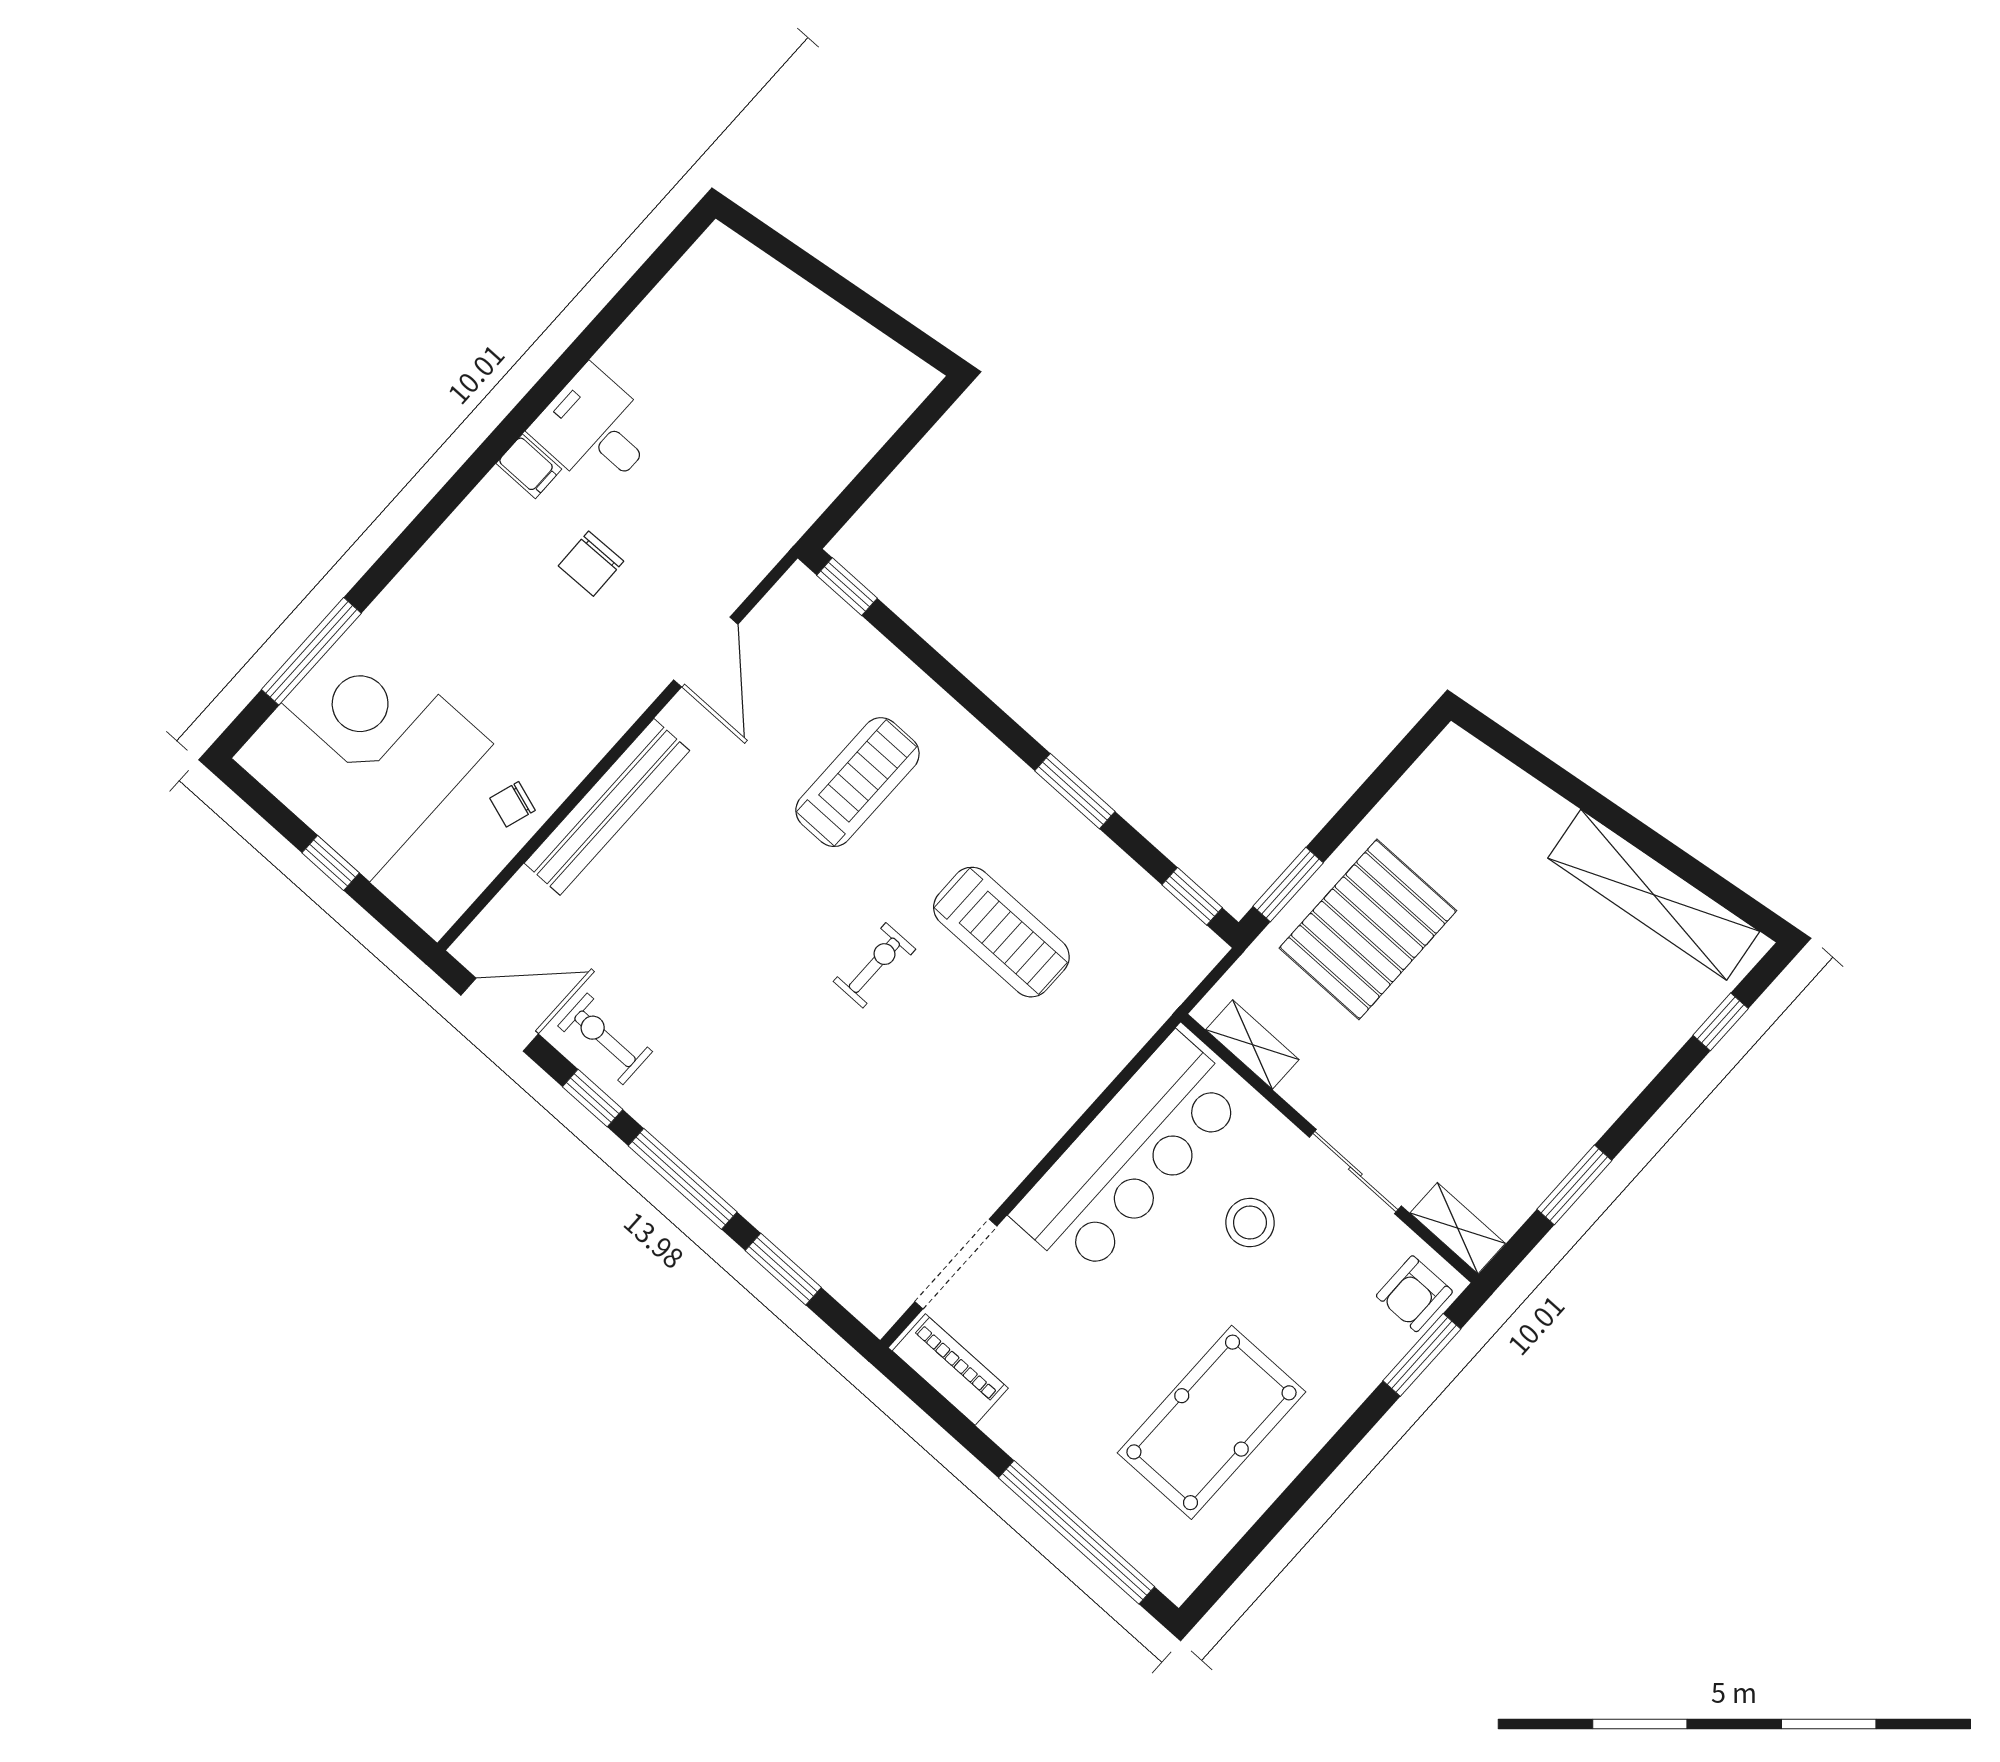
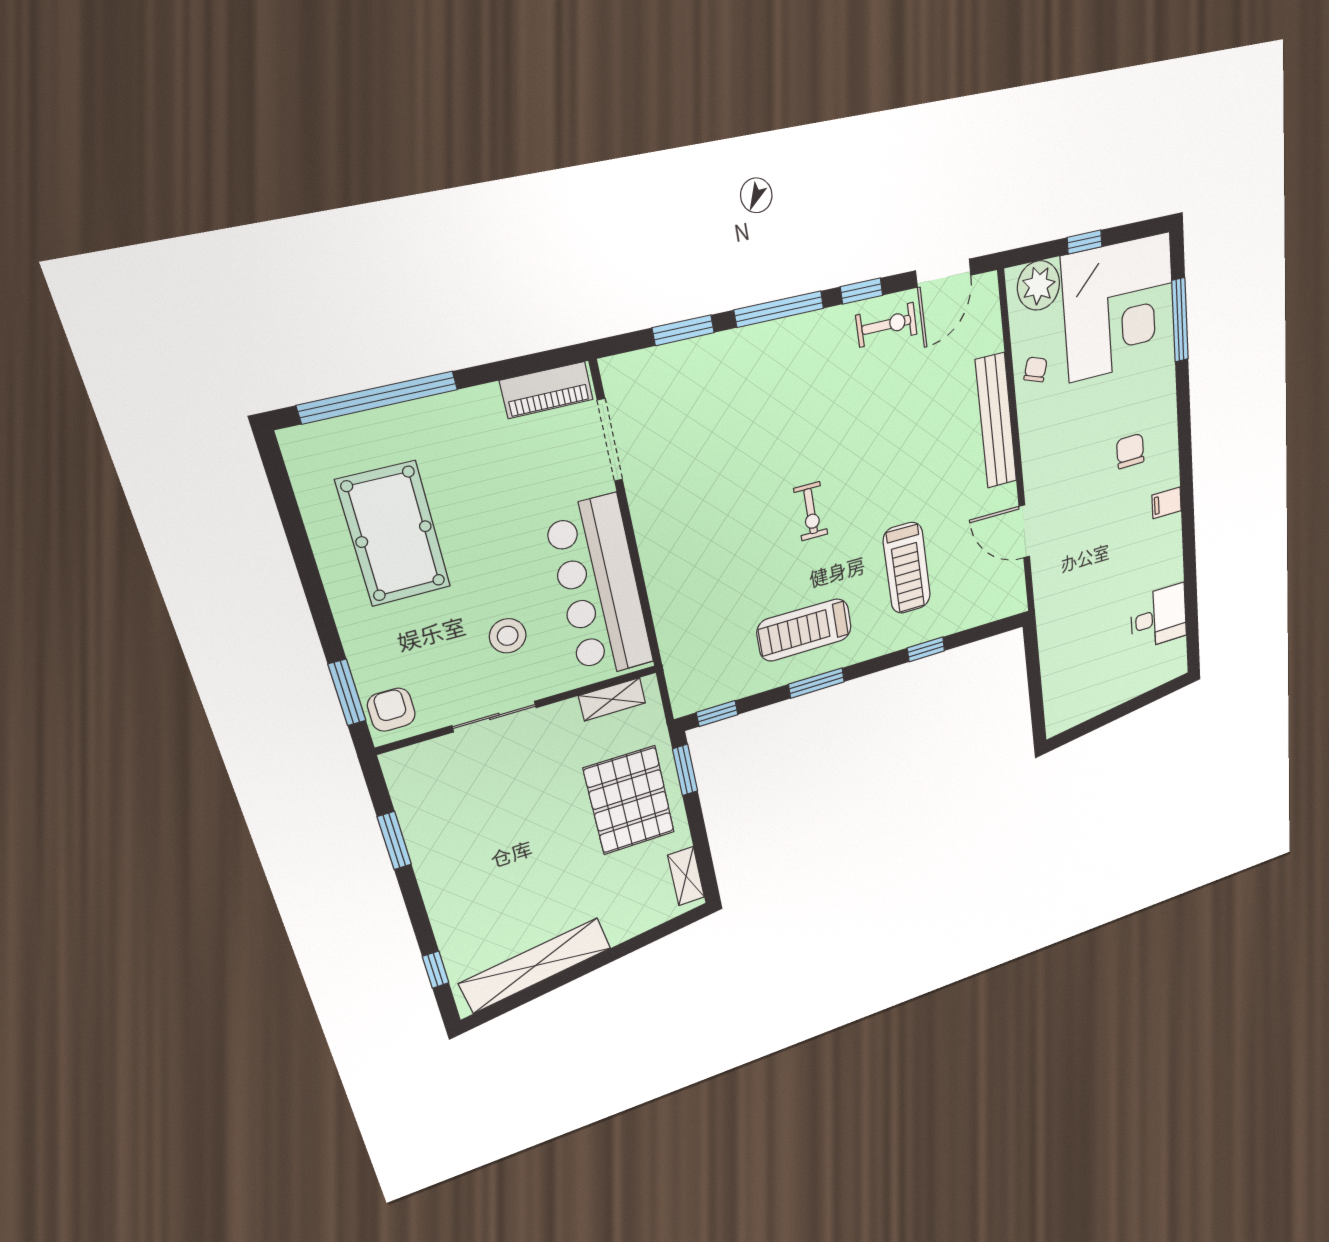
desk: (595, 430) -> (1159, 617), moved
chair: (591, 564) -> (1130, 451), moved
window: (847, 587) -> (926, 649), moved
plant: (421, 882) -> (1039, 286), added
treadmill: (1001, 932) -> (804, 630), moved
shelving: (1458, 1228) -> (686, 876), moved, turned 90

